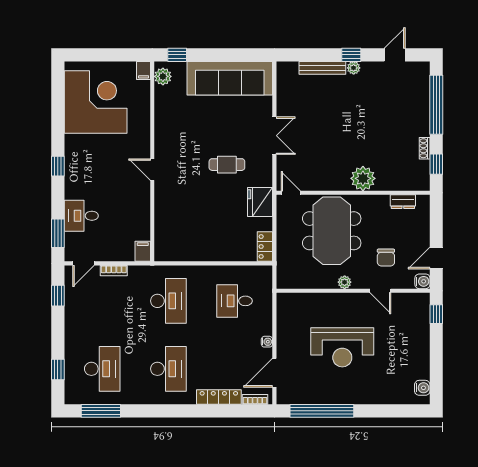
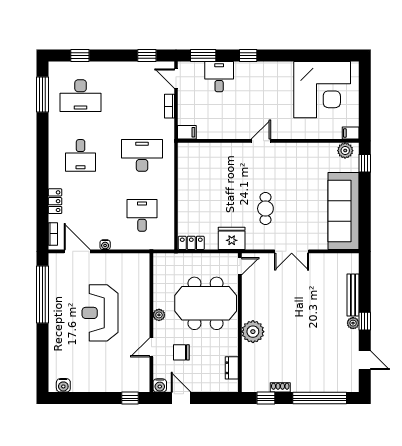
window: (58, 166) -> (248, 55), moved
desk: (168, 301) -> (142, 155), turned 180
desk: (168, 369) -> (81, 155), width x0.73
locker: (219, 397) -> (55, 201), width x0.66

